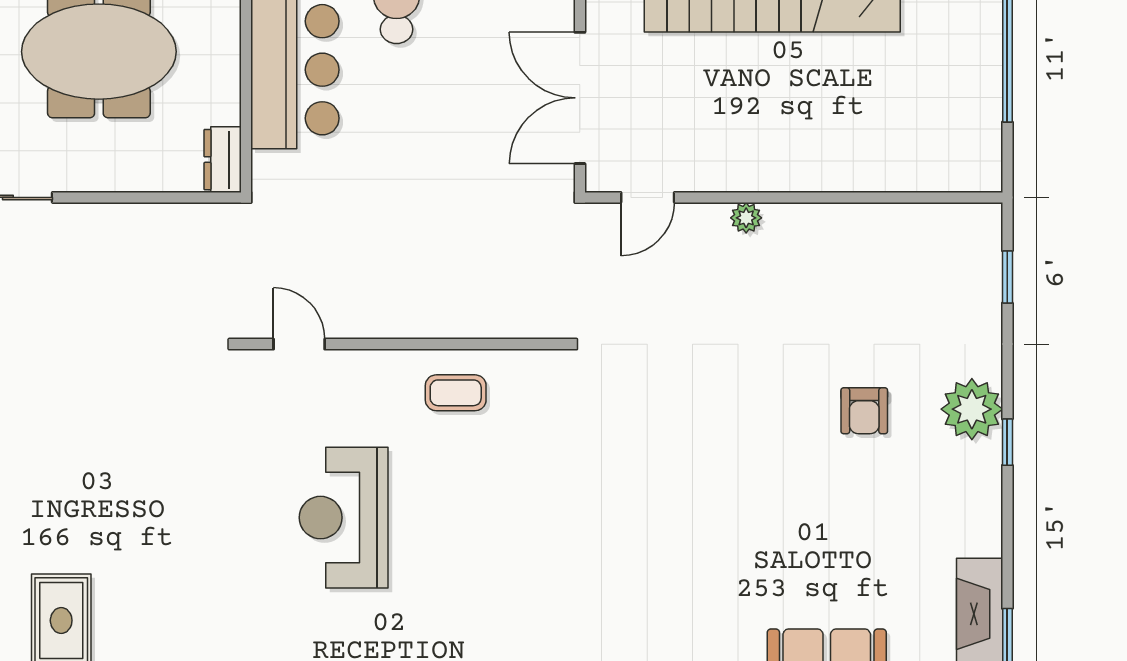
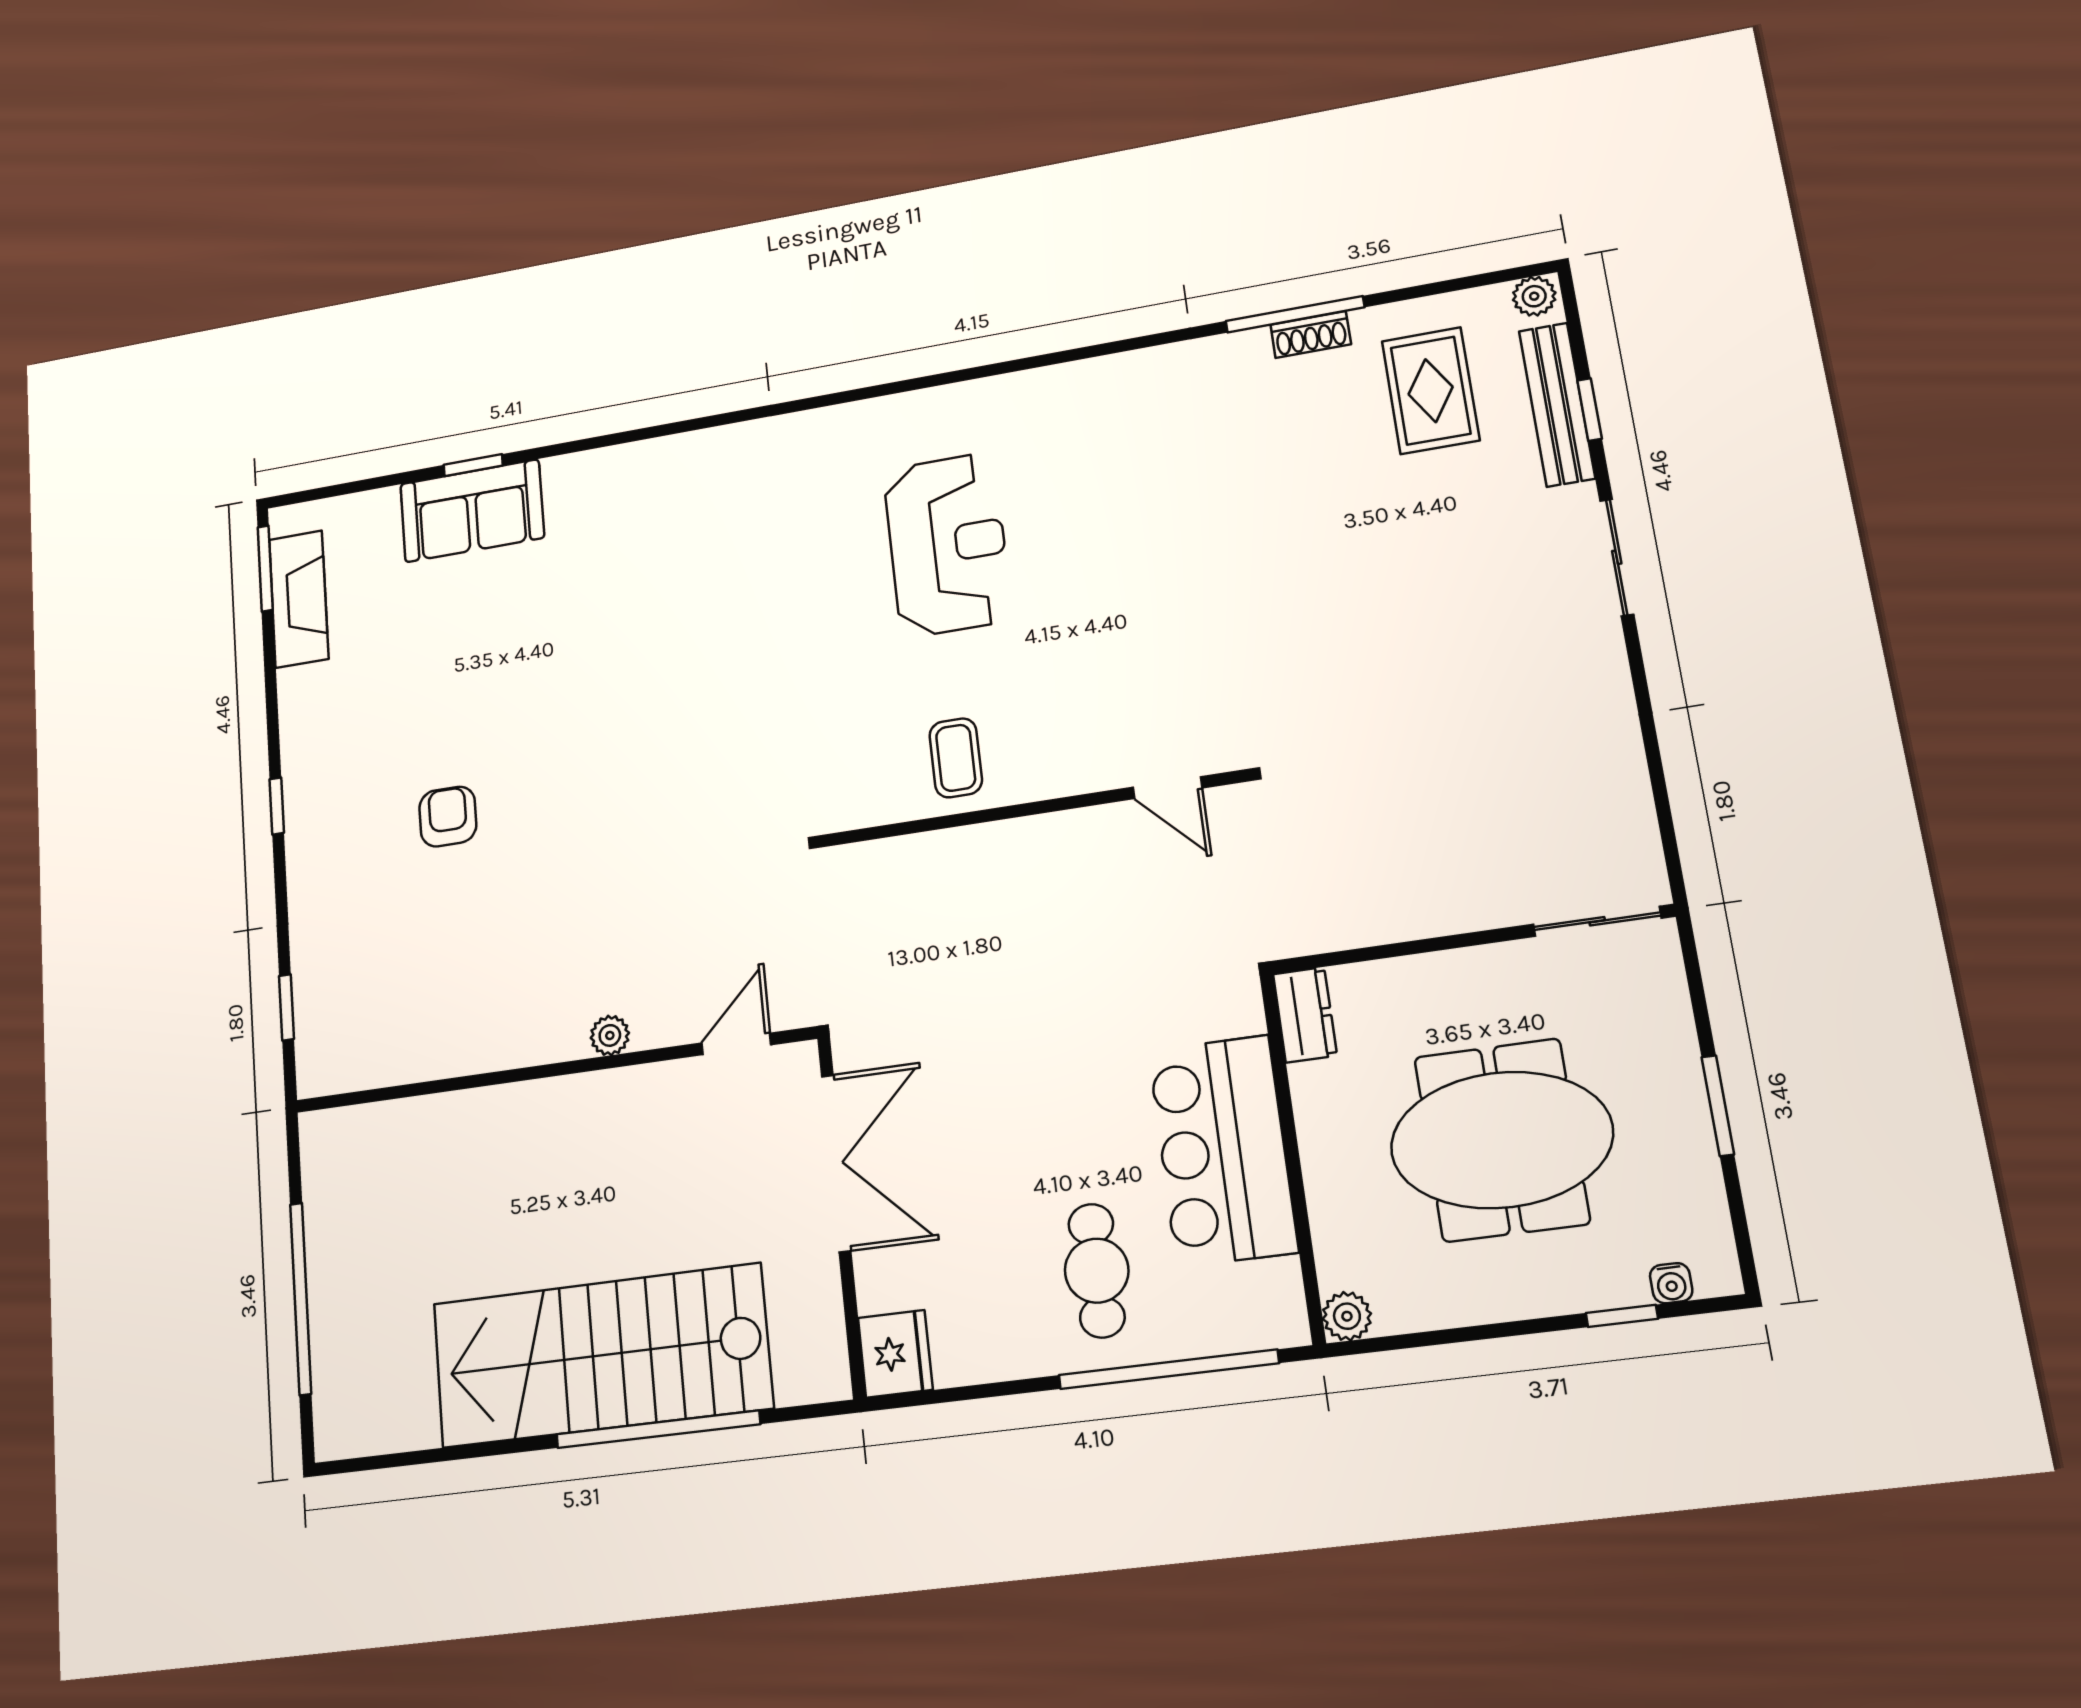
coffee table: (456, 393) -> (956, 758), turned 90
plant: (972, 409) -> (320, 839), removed
reception desk: (344, 518) -> (947, 545), moved

